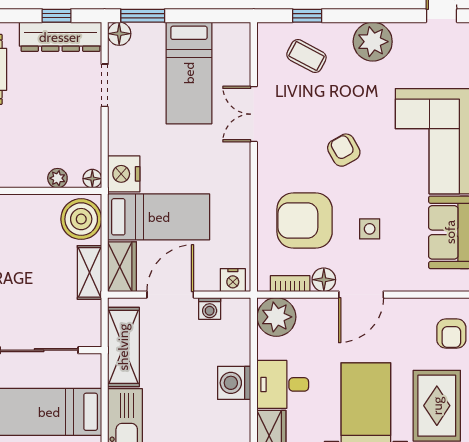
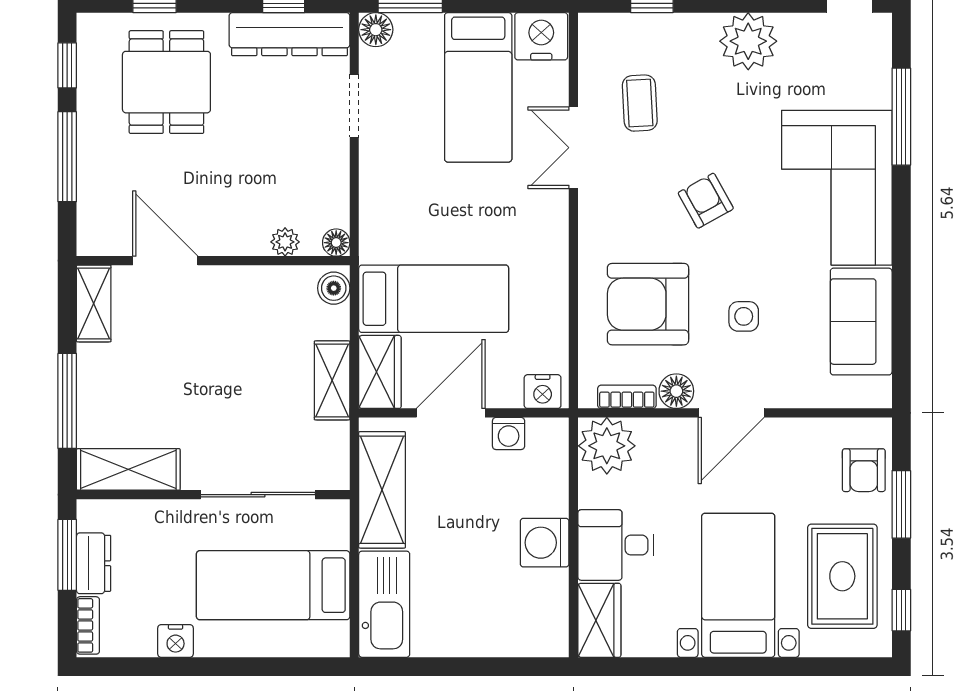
coffee table: (306, 56) -> (640, 103), moved, turned 59
nightstand: (124, 174) -> (541, 36), moved, turned 90
boiler: (81, 219) -> (334, 288), width x0.54, depth x0.54

